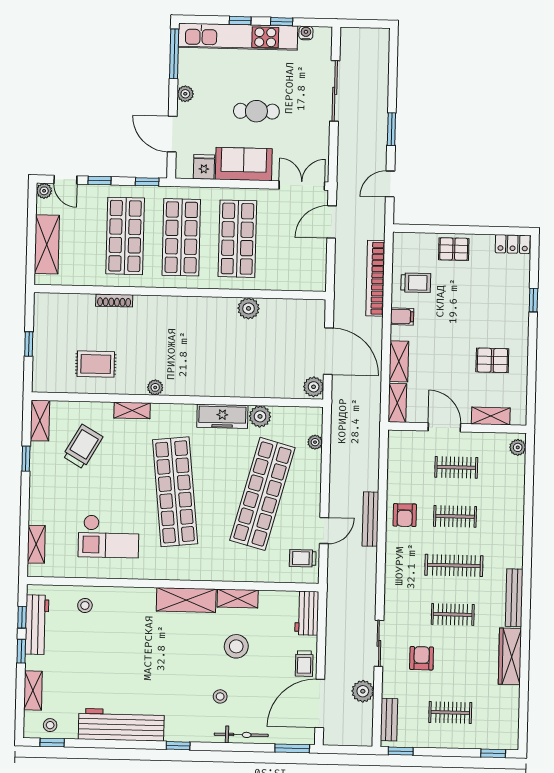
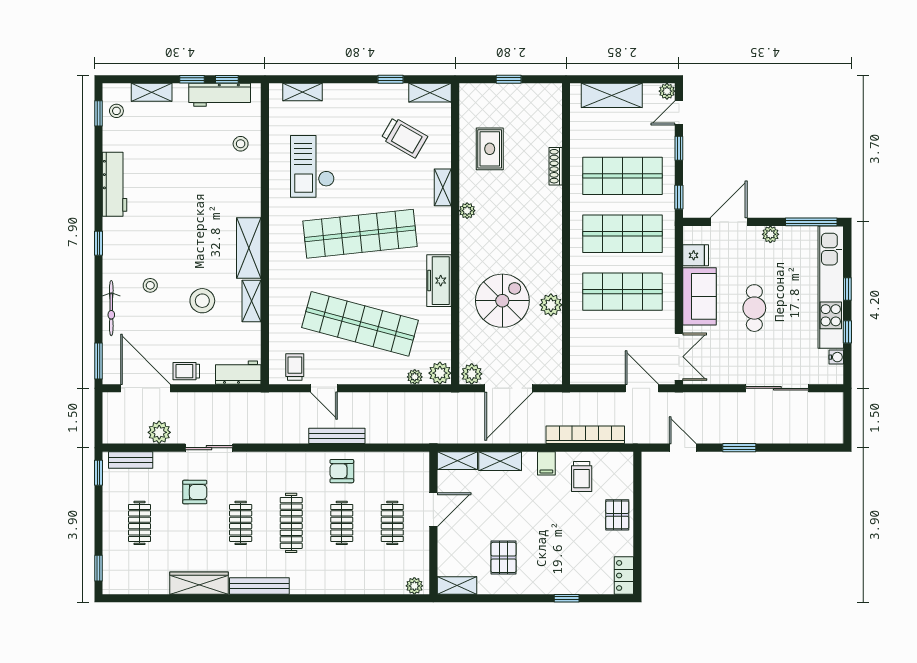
spiral stairs: (243, 355) -> (502, 301), added
plant: (260, 416) -> (440, 373), moved
shelving: (491, 416) -> (457, 585), moved, turned 90
workbench: (121, 725) -> (115, 184), width x0.73, depth x0.76

